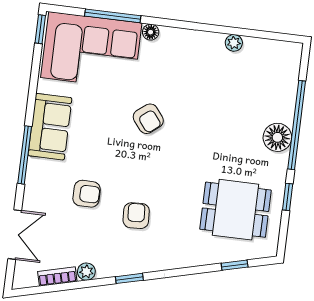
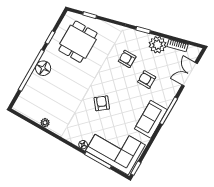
dining table: (235, 210) -> (78, 42), turned 90
armchair: (136, 216) -> (127, 59), turned 93
plant: (86, 272) -> (158, 45), width x1.88, depth x1.88

